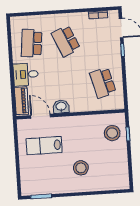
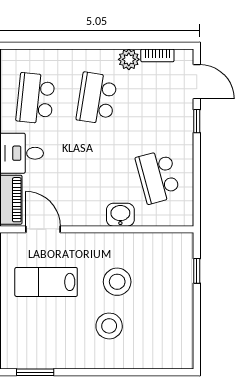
plant: (82, 18) -> (129, 59), added
school desk: (66, 41) -> (97, 98), turned 33
washbasin: (61, 107) -> (120, 215), moved
stool: (112, 133) -> (117, 282), moved

